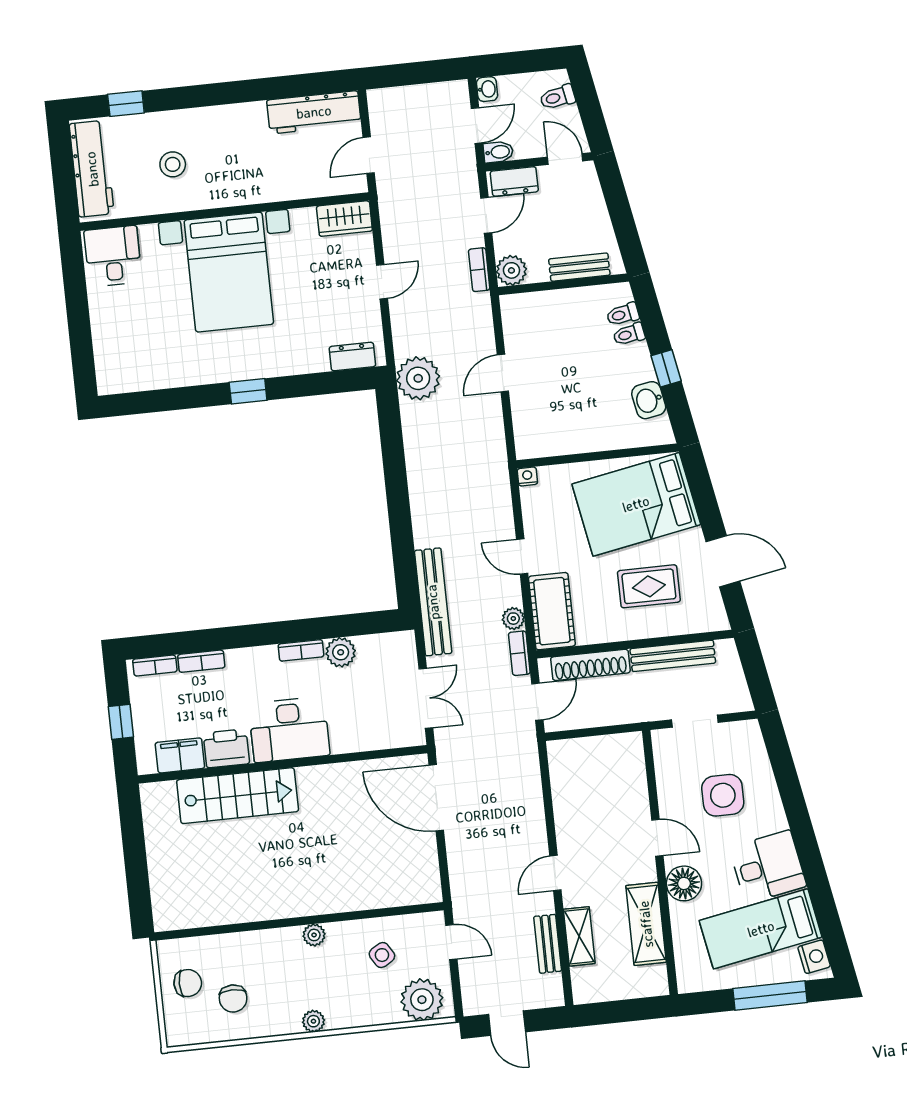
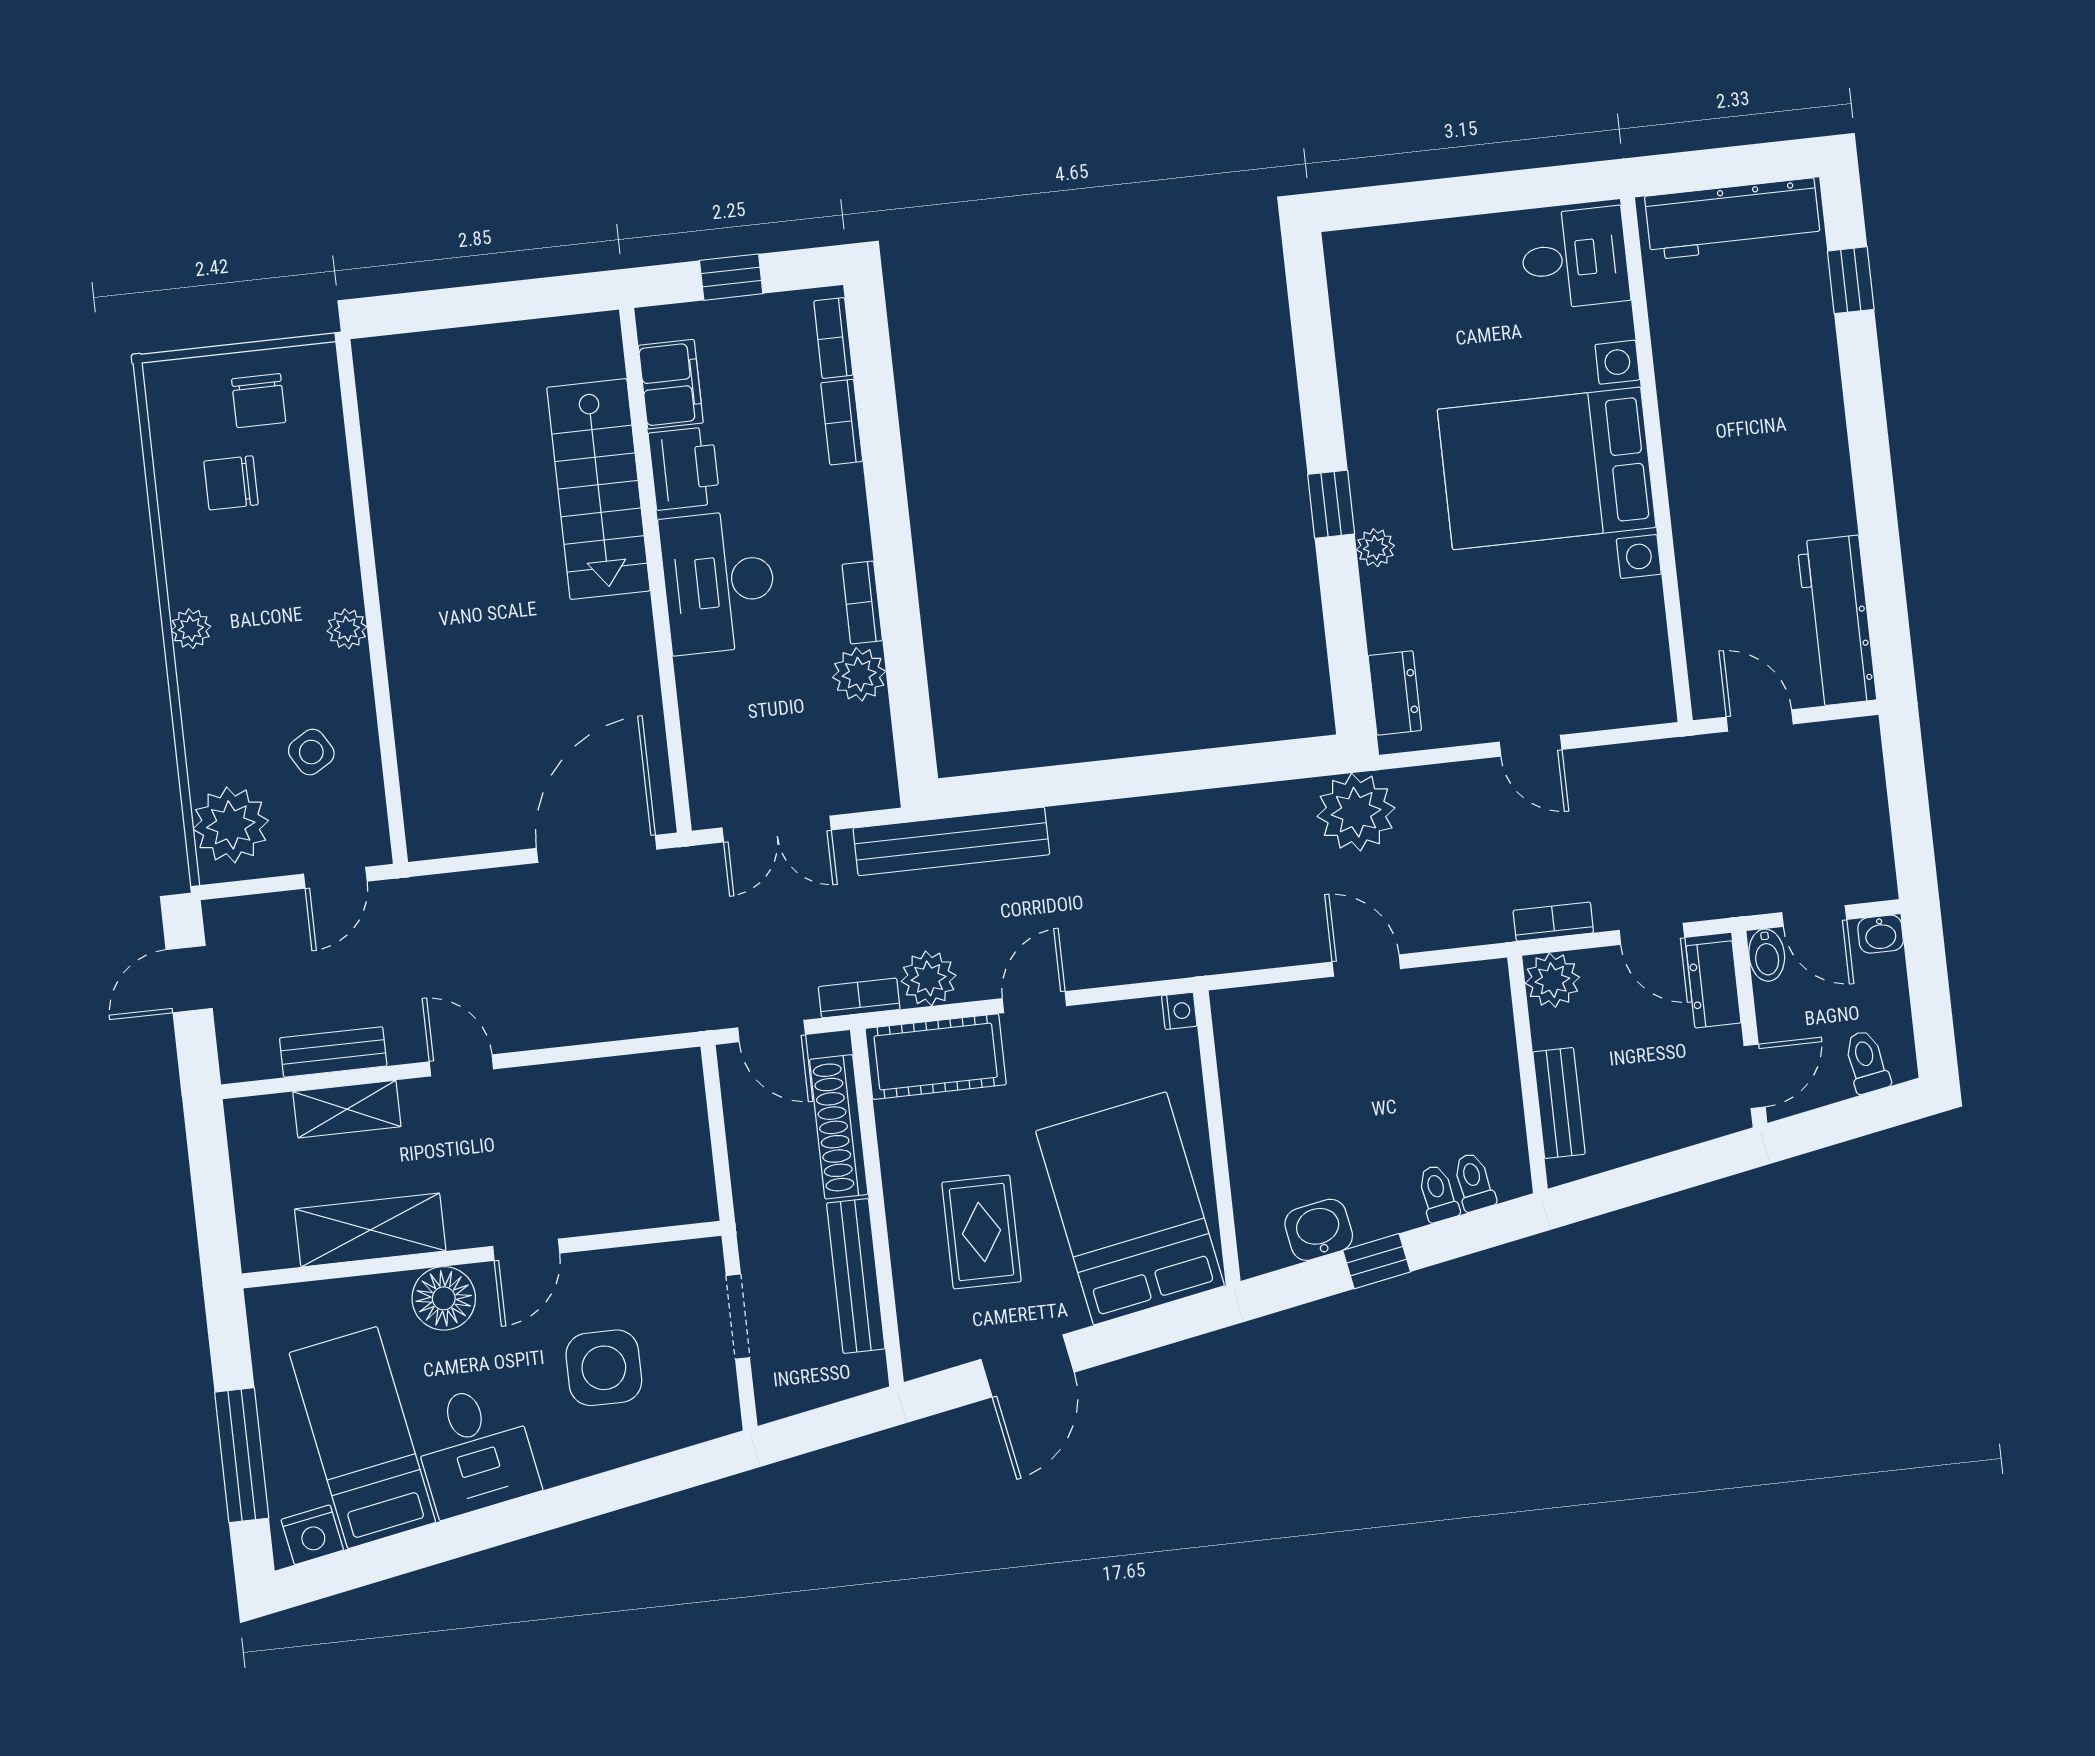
stool: (173, 164) -> (1741, 366), removed
wardrobe: (344, 219) -> (1645, 677), removed
plant: (272, 367) -> (1375, 548), added
plant: (513, 619) -> (929, 978), width x1.38, depth x1.38

